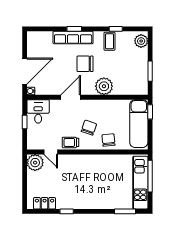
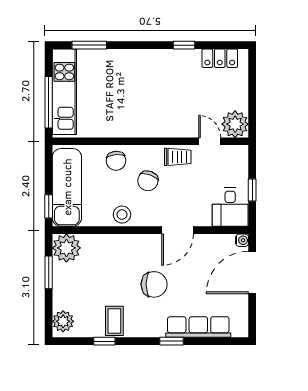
row of seats: (73, 38) -> (198, 327), moved
plant: (104, 86) -> (66, 248), moved
stool: (105, 107) -> (122, 215), added

